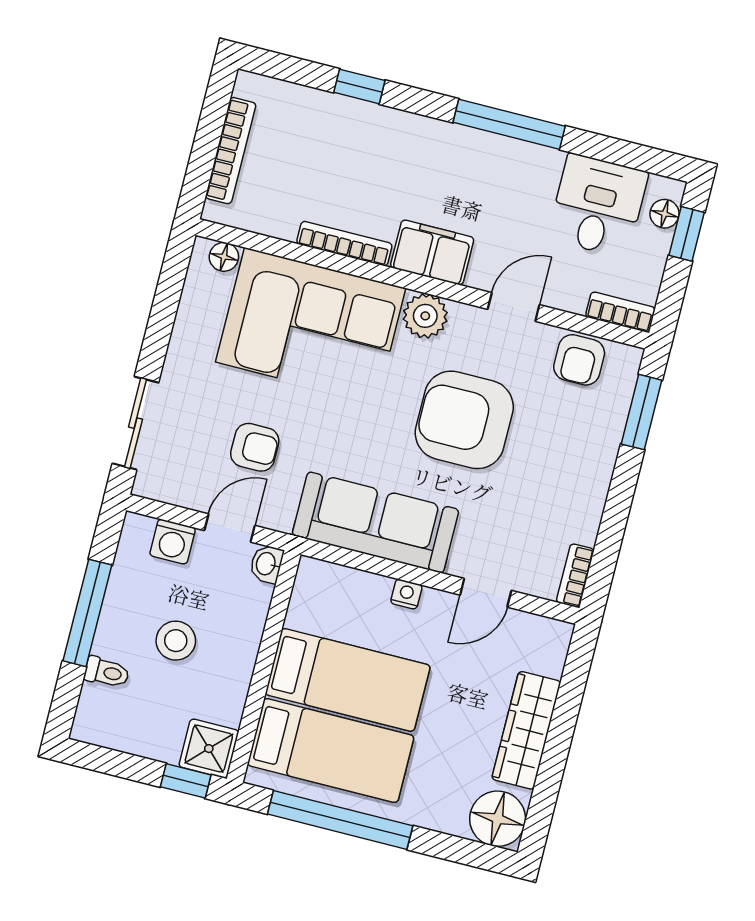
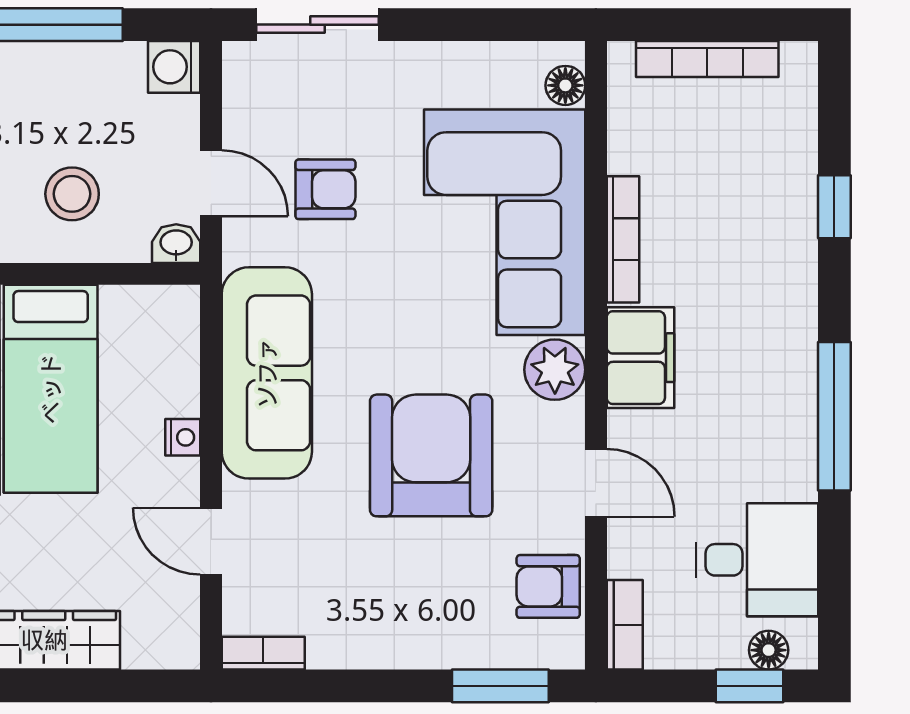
armchair: (255, 447) -> (325, 189), turned -90
washing machine: (173, 542) -> (174, 67), moved
stool: (176, 641) -> (72, 194), moved

